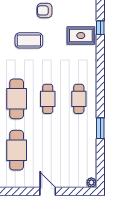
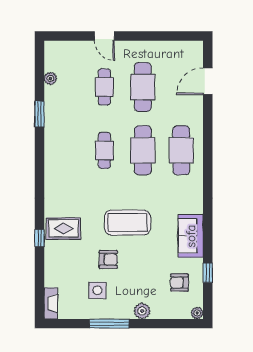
coffee table: (29, 40) -> (128, 222), width x1.36, depth x1.32
cafe table: (79, 99) -> (104, 87), moved
plant: (91, 183) -> (50, 79), moved

